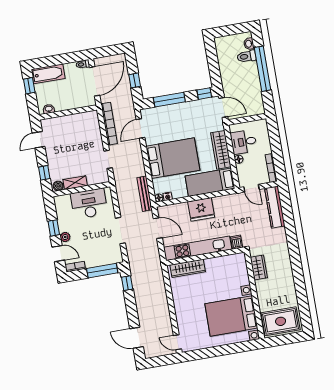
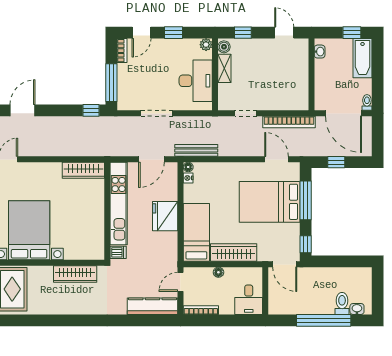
door: (223, 107) -> (285, 264), hinge flipped
desk: (244, 142) -> (249, 300), moved, turned 180
bed: (173, 158) -> (270, 202), moved, turned 90
plant: (65, 237) -> (206, 45), moved
wardrobe: (259, 267) -> (75, 274), width x1.50
wardrobe: (188, 268) -> (83, 170), moved, turned -90

